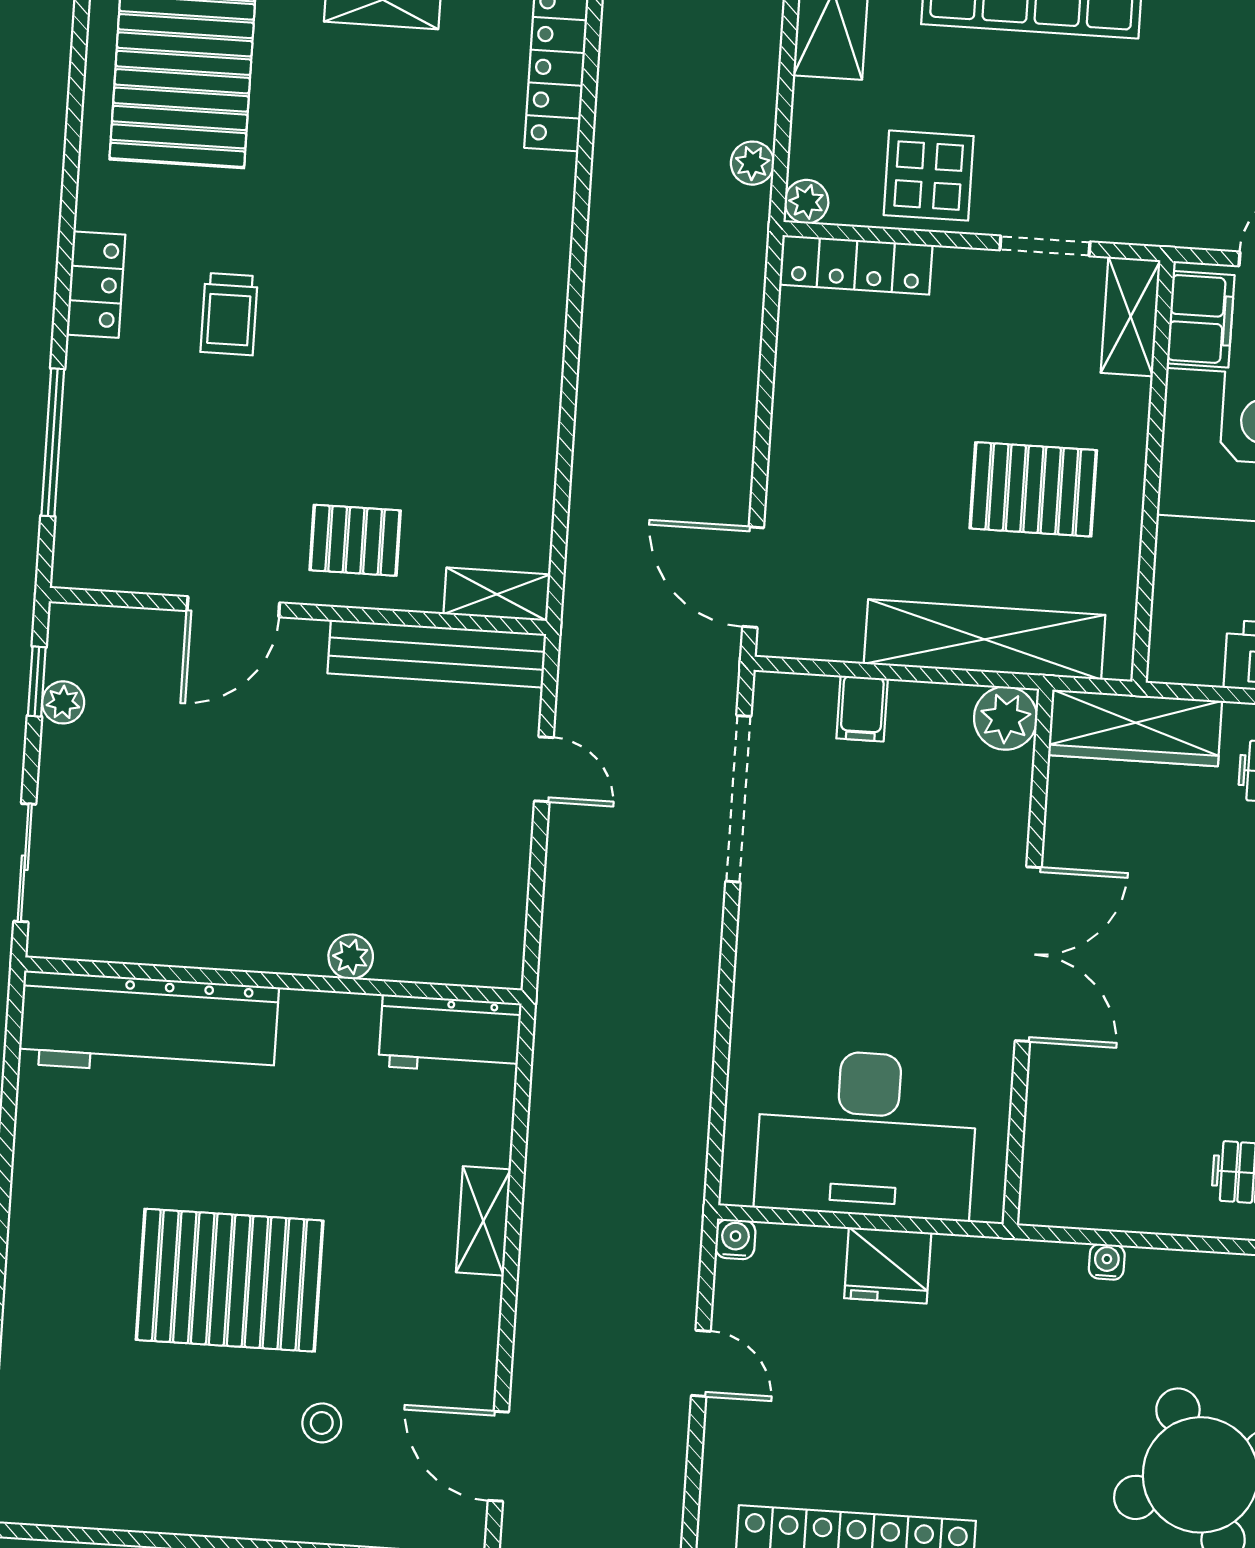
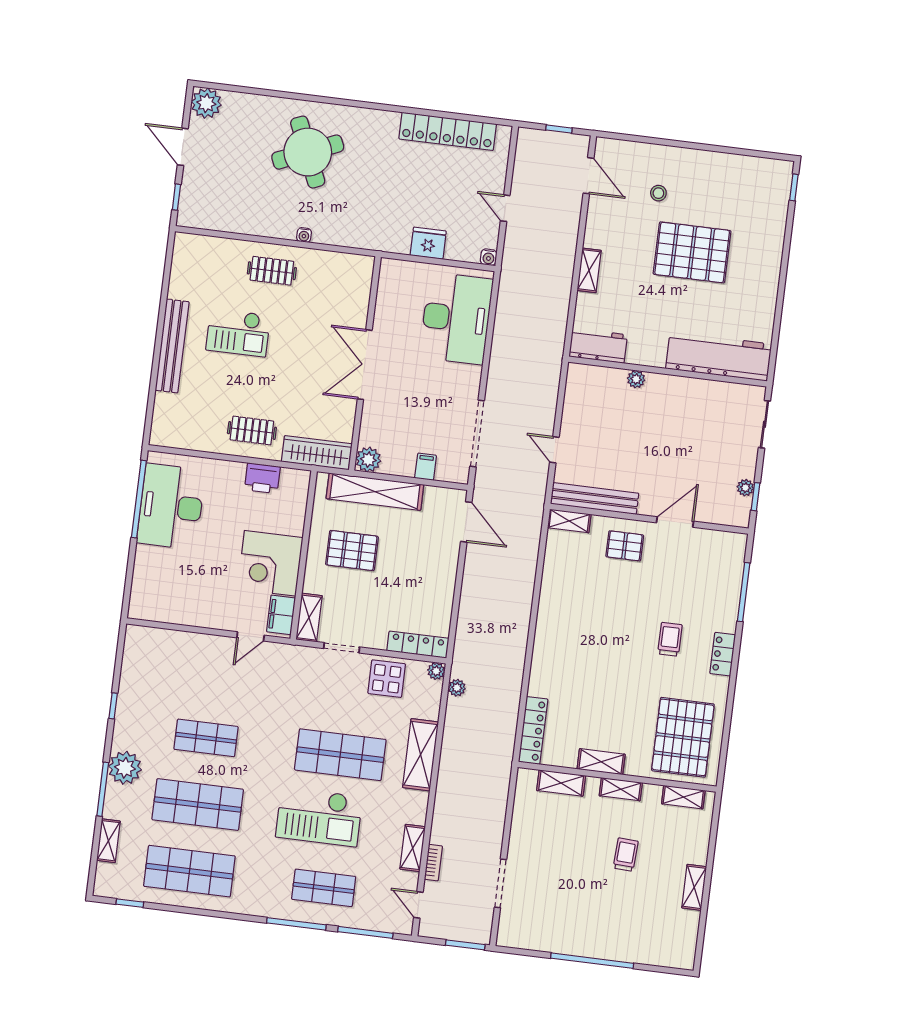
desk: (866, 1134) -> (456, 318), moved, turned 90
water cooler: (1107, 1262) -> (304, 235), moved

